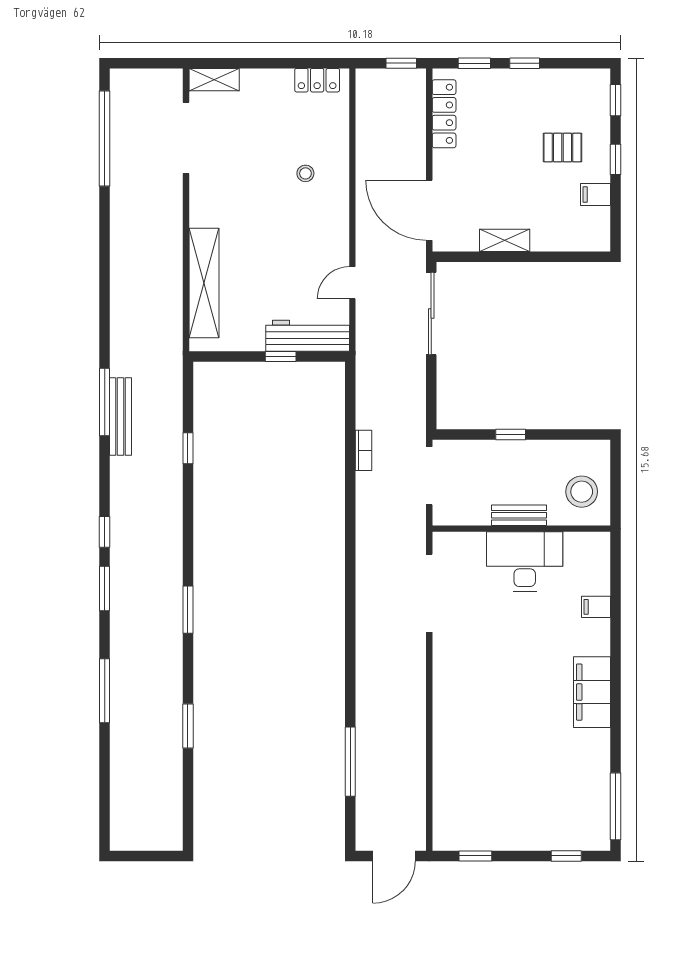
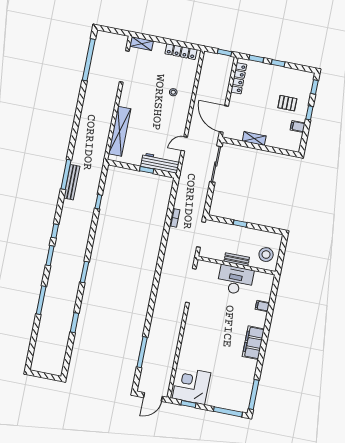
locker: (317, 80) -> (181, 52), width x1.53
corner desk: (474, 814) -> (191, 386), added
window: (566, 856) -> (228, 412), width x2.17

